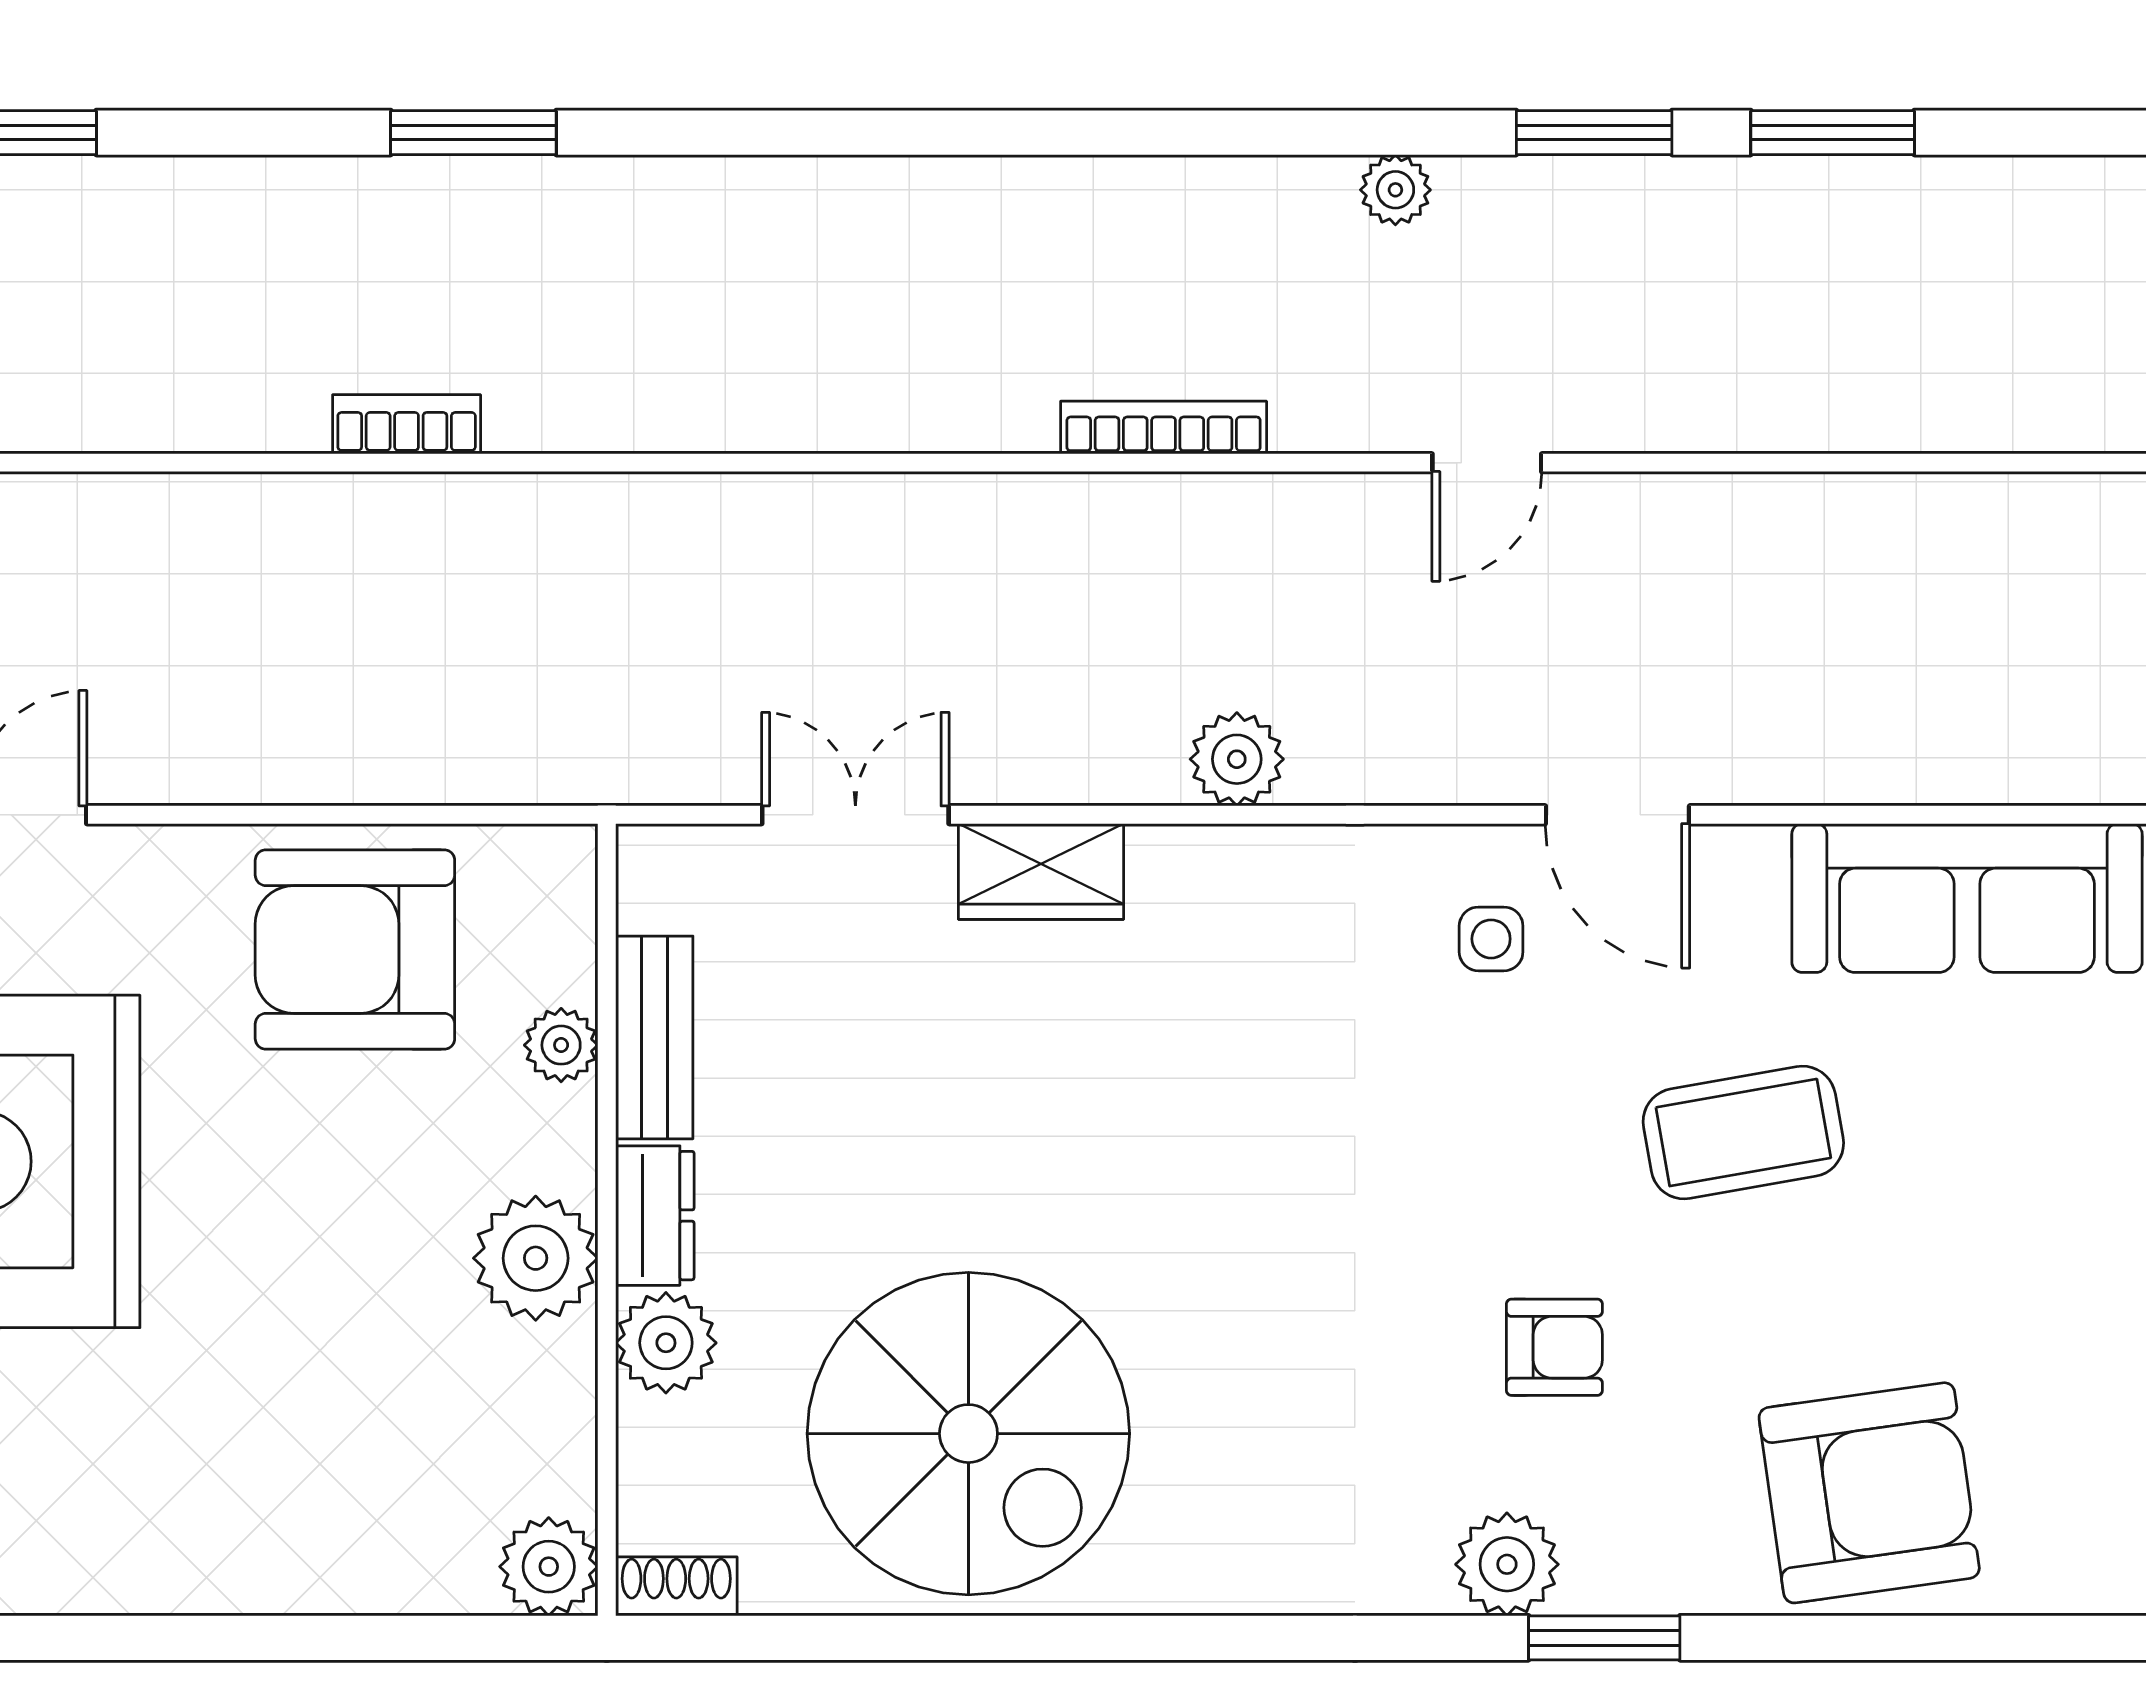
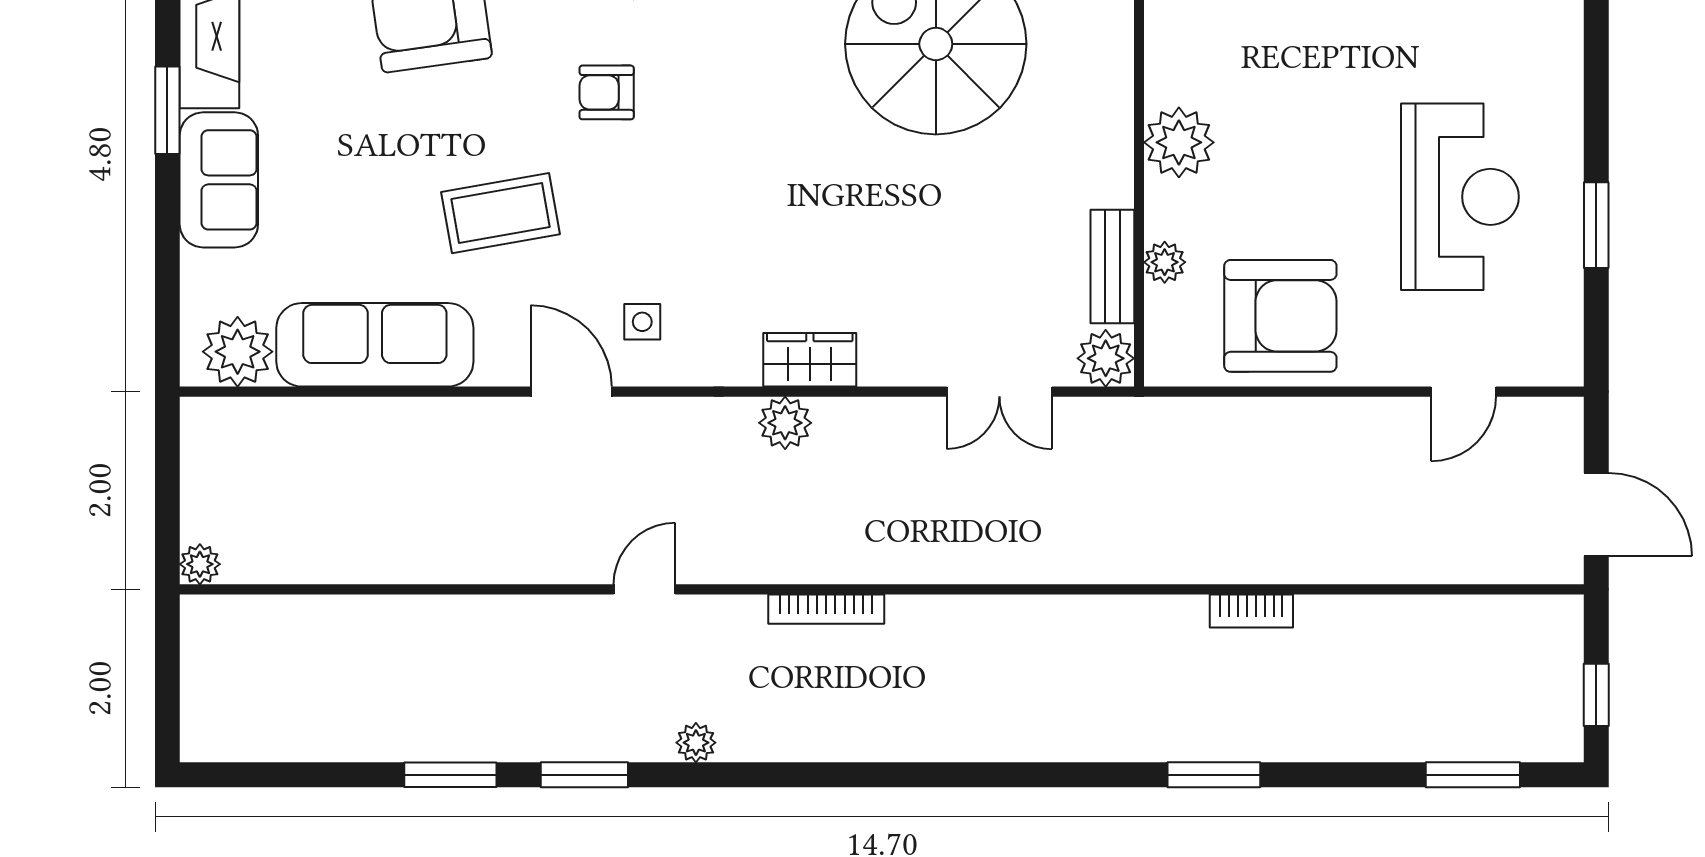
wardrobe: (1041, 871) -> (810, 360), moved
dresser: (655, 1216) -> (1112, 166), removed
plant: (666, 1343) -> (1106, 358), moved

